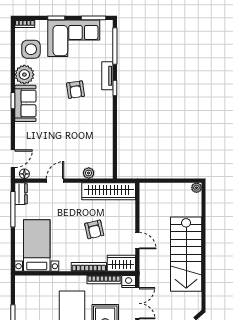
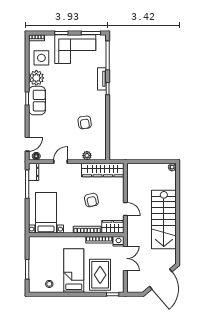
armchair: (76, 90) -> (85, 122), moved

